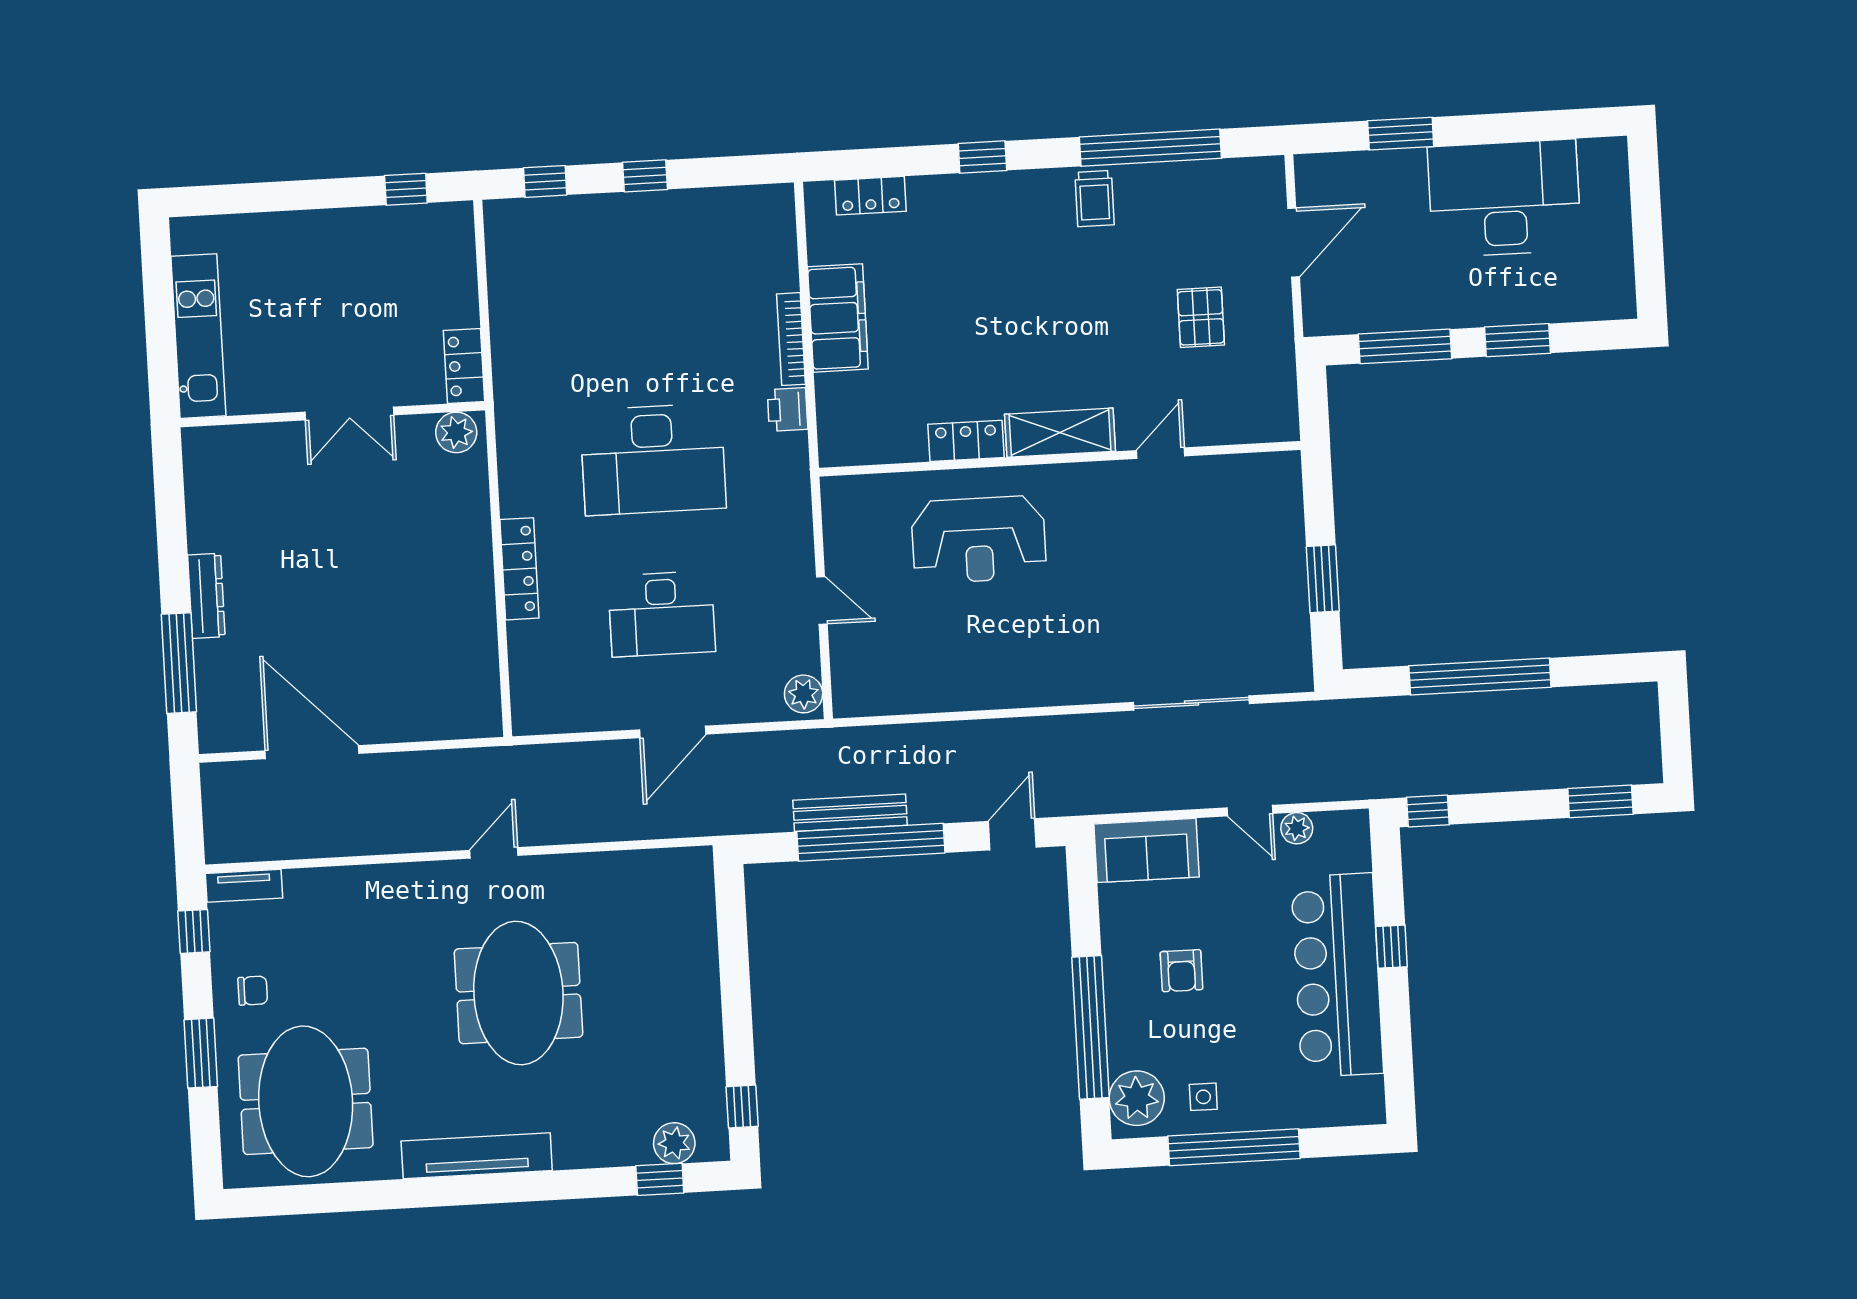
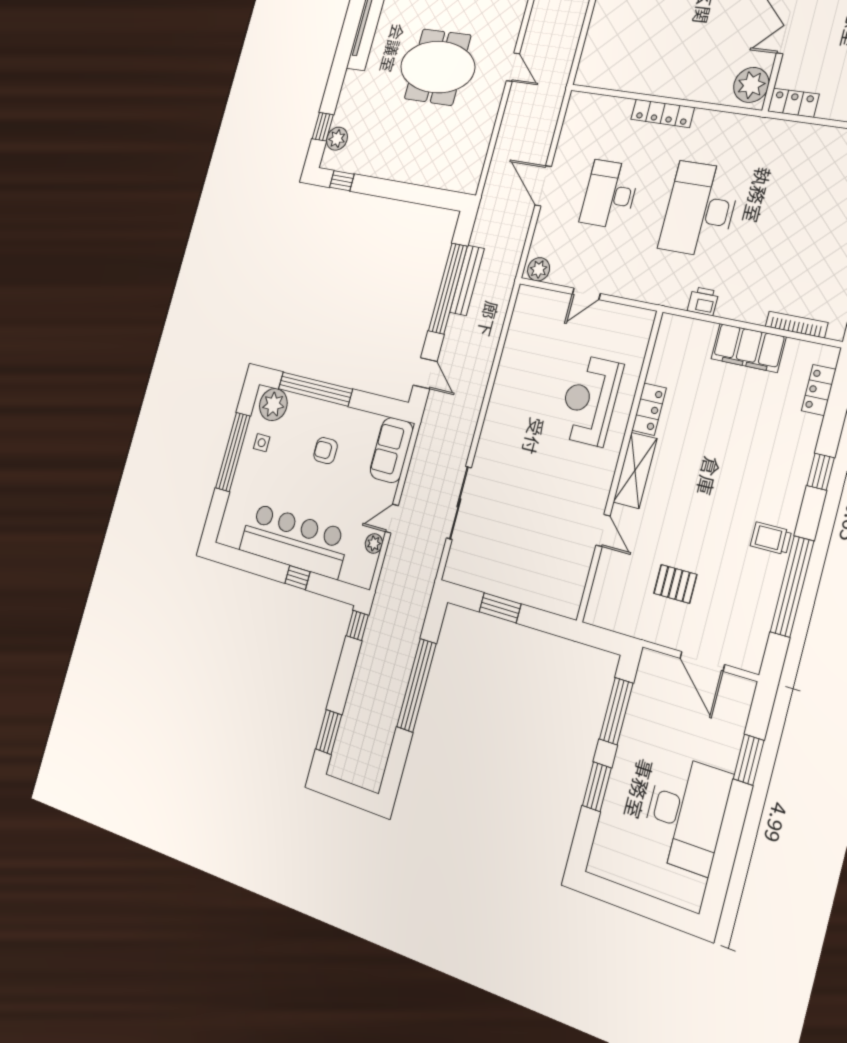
bookcase: (791, 339) -> (797, 324), moved
plant: (456, 432) -> (751, 85), width x1.36, depth x1.36

